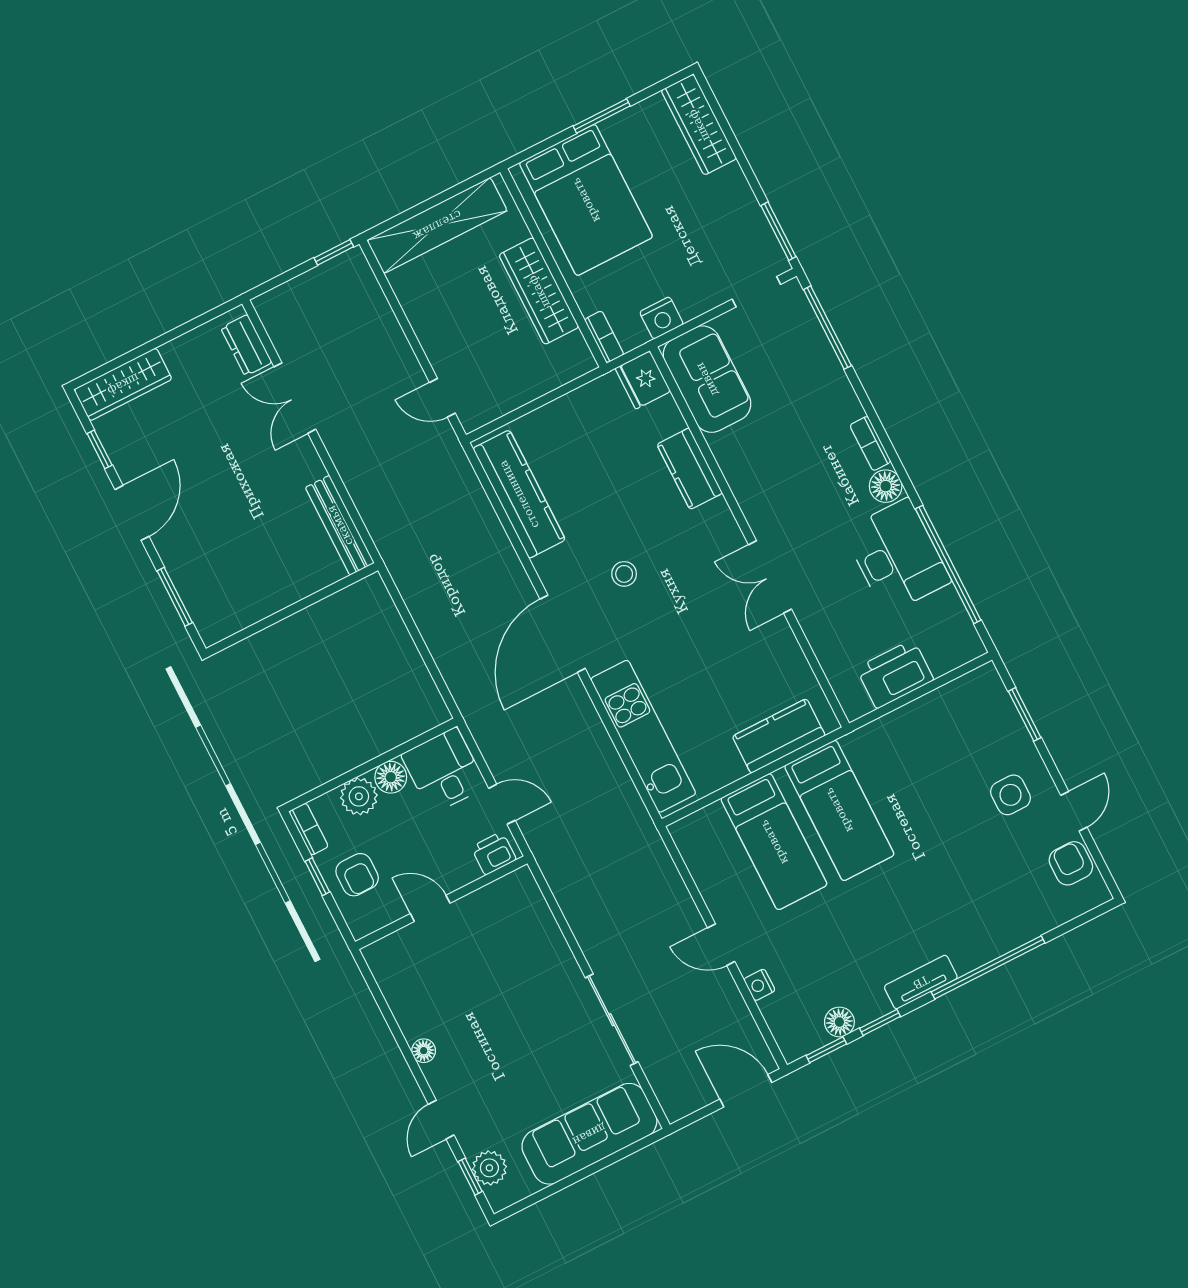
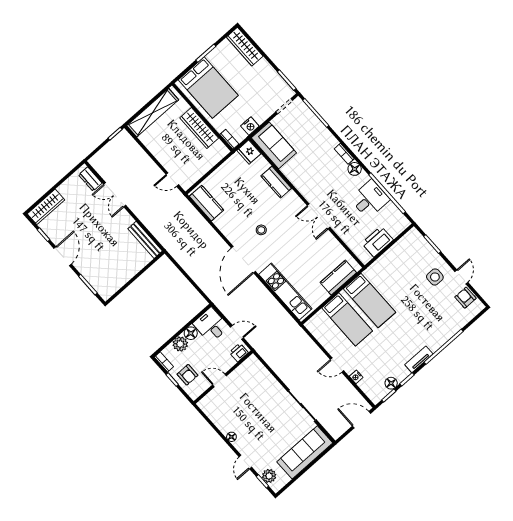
kitchen counter: (519, 494) -> (207, 203), width x0.67
desk: (897, 556) -> (370, 199), width x0.73

